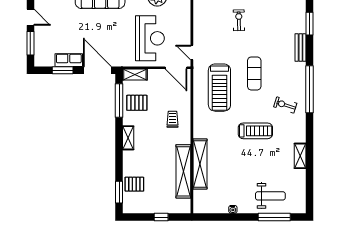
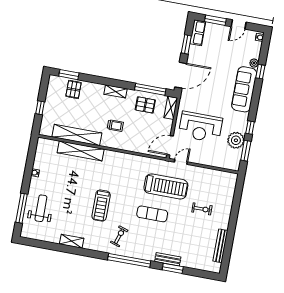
window: (309, 24) -> (173, 268), moved
row of seats: (69, 60) -> (198, 33), moved
treadmill: (219, 88) -> (166, 186), moved, turned 180
pallet: (137, 103) -> (145, 105), turned 90
trolley: (173, 119) -> (115, 126), moved
weight bench: (270, 196) -> (41, 208), turned 180

